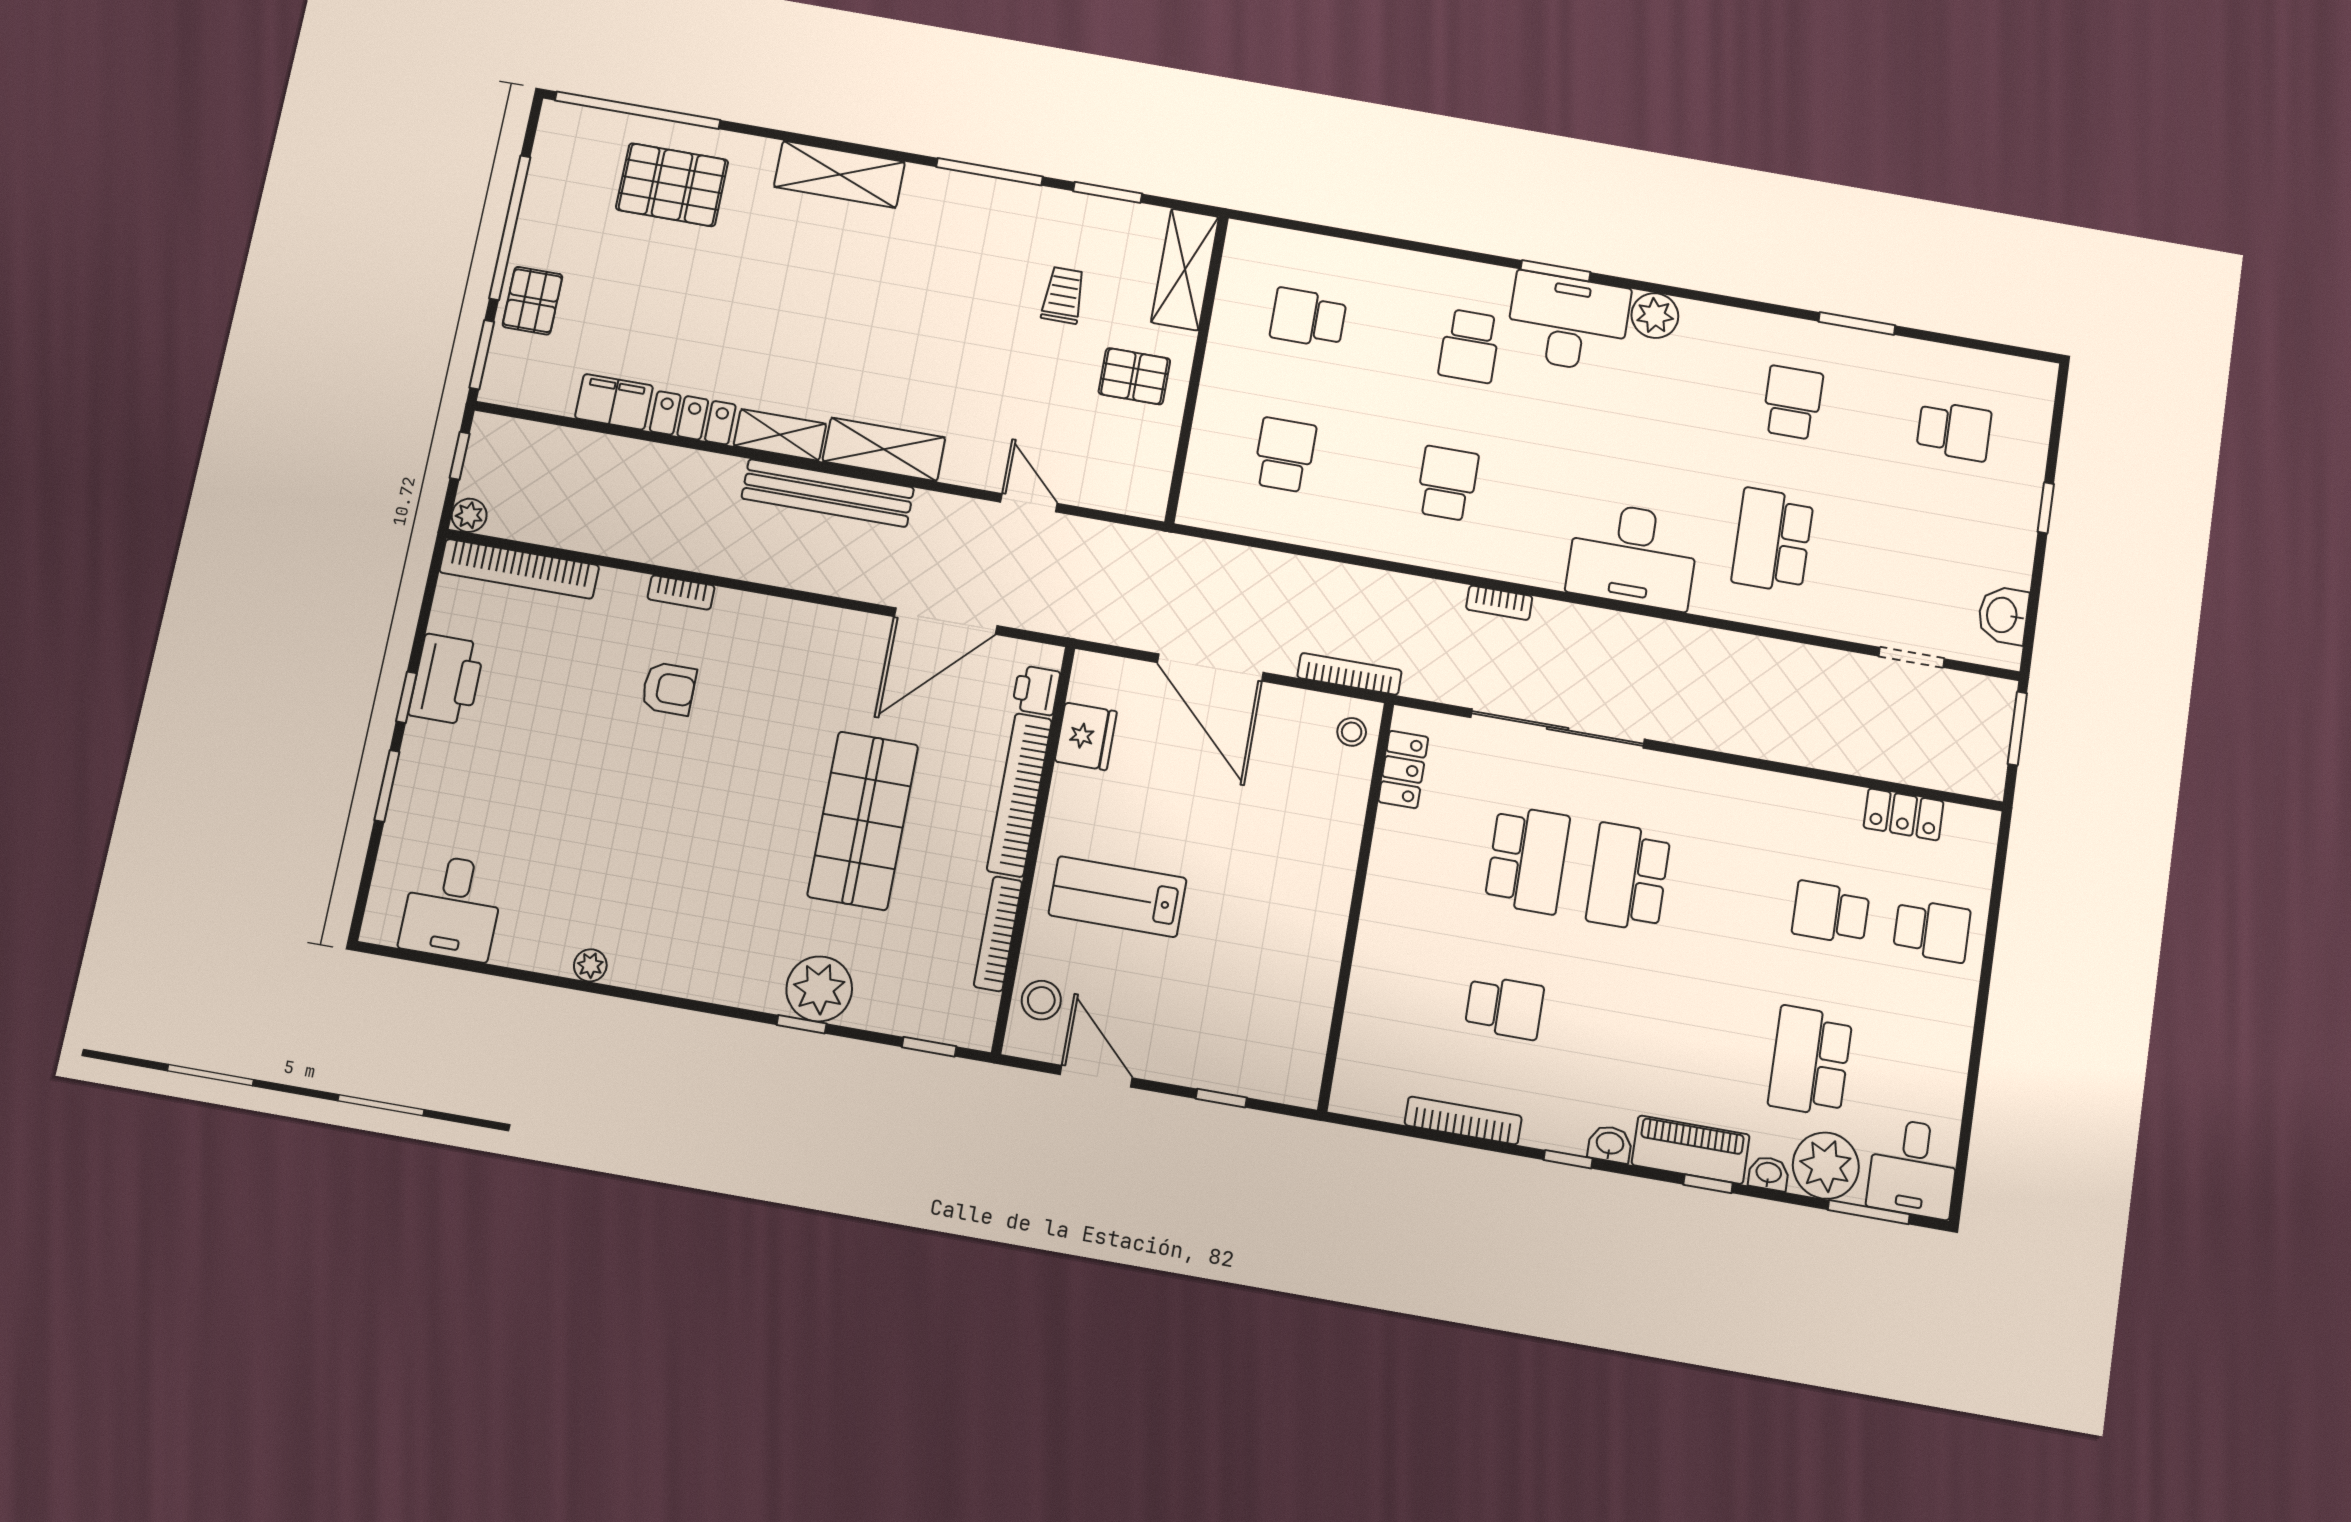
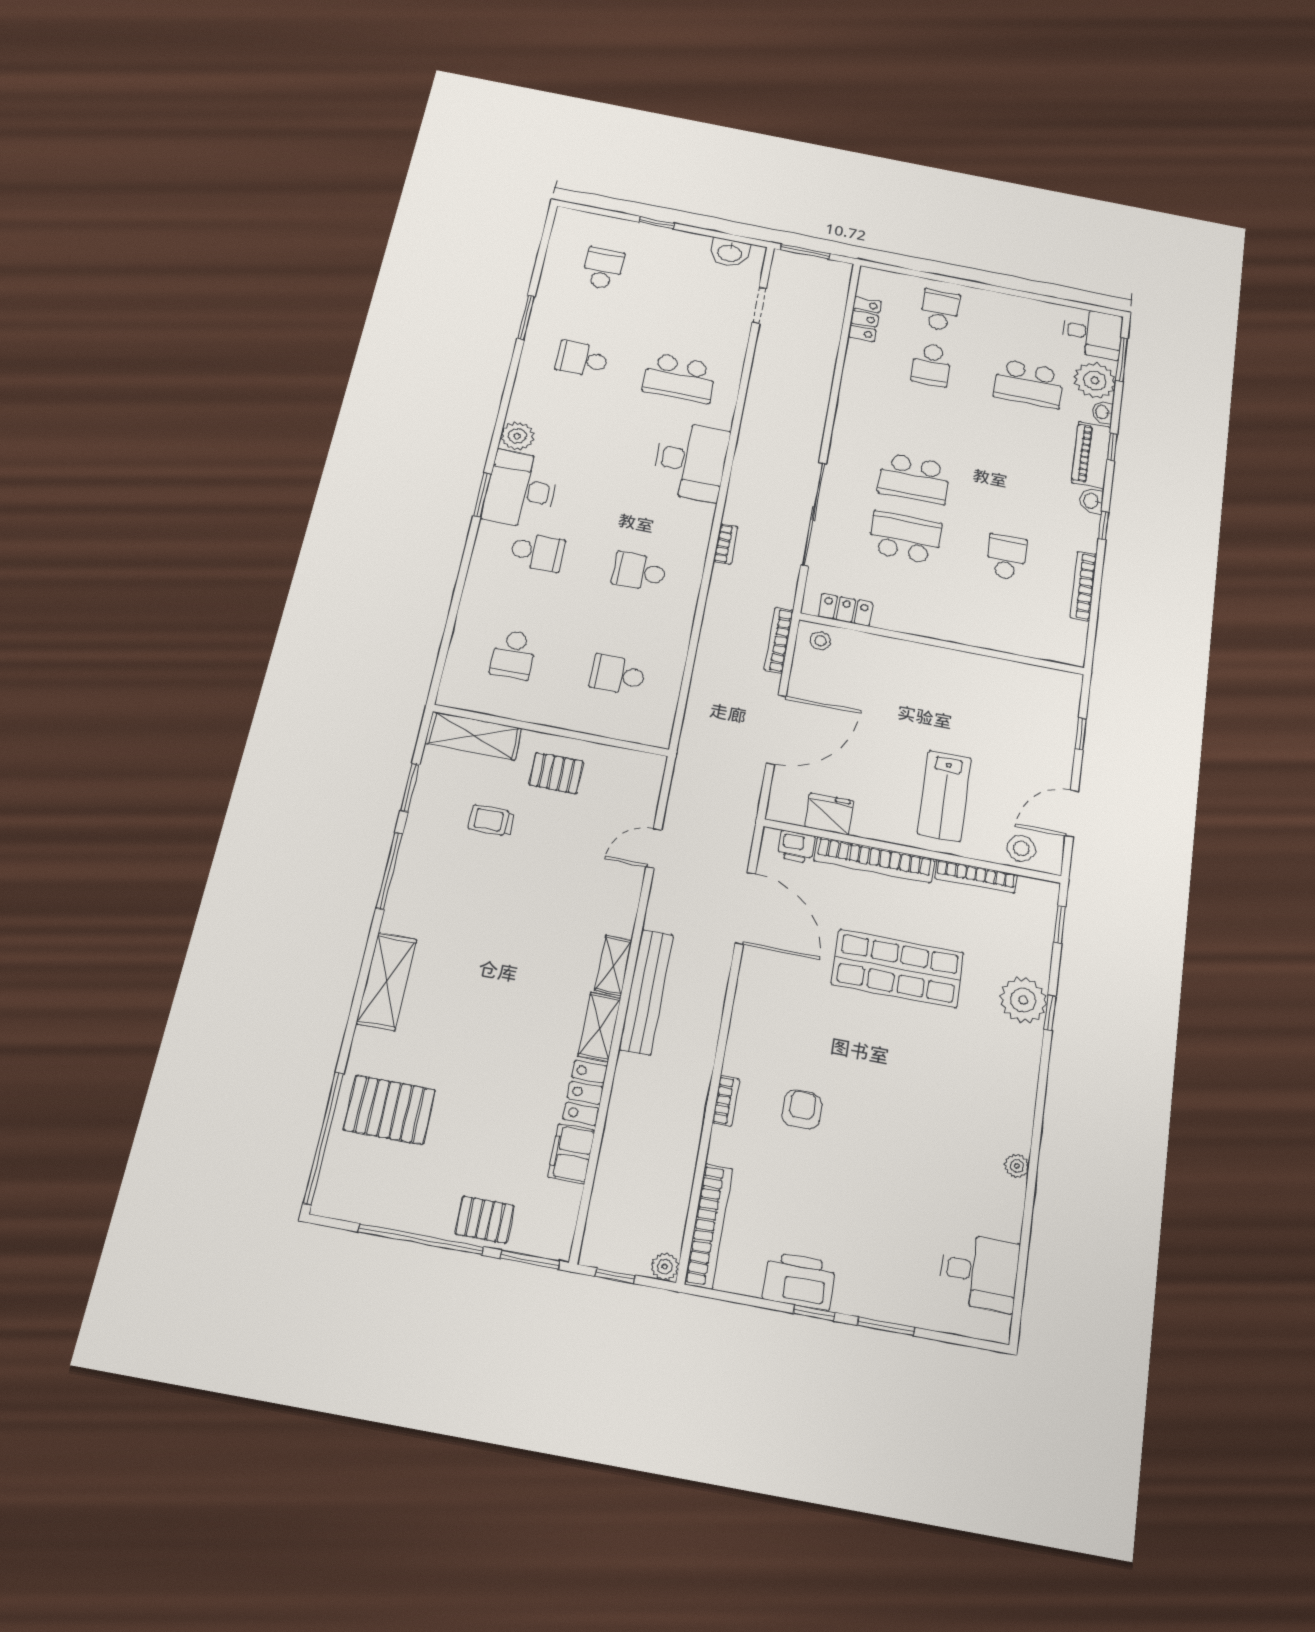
pallet: (672, 185) -> (389, 1110), turned 90
pallet: (1134, 376) -> (556, 773), turned 90
shelving: (884, 449) -> (613, 965), width x0.67, depth x0.75

